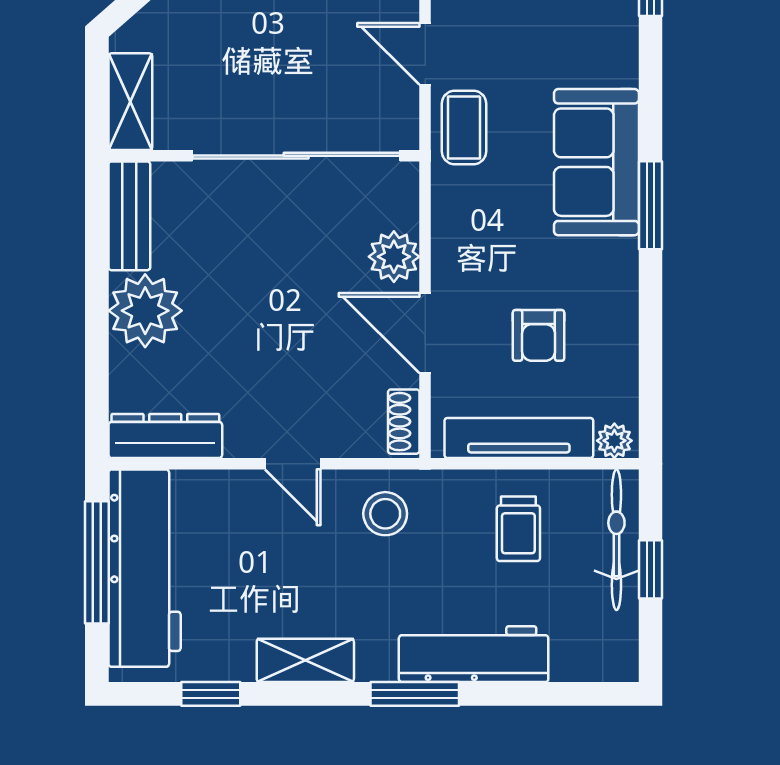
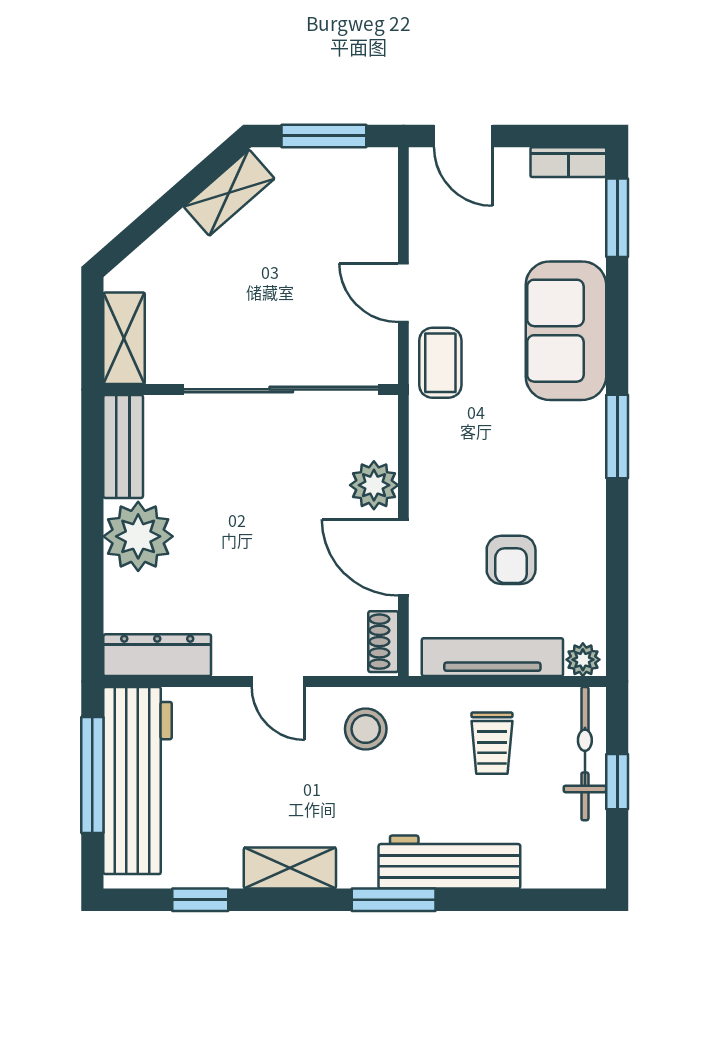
sofa: (596, 162) -> (566, 331), moved

